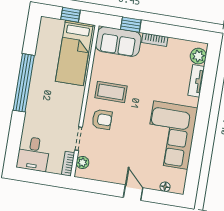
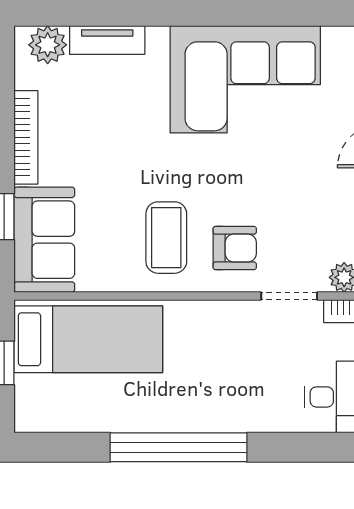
bookcase: (155, 40) -> (26, 137), width x1.56
armchair: (102, 119) -> (235, 248), turned 90

